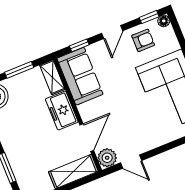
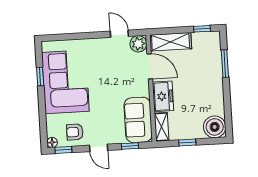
door: (112, 32) -> (99, 148), swing flipped
window: (19, 70) -> (187, 143), width x0.67
door: (87, 138) -> (150, 66), swing flipped

